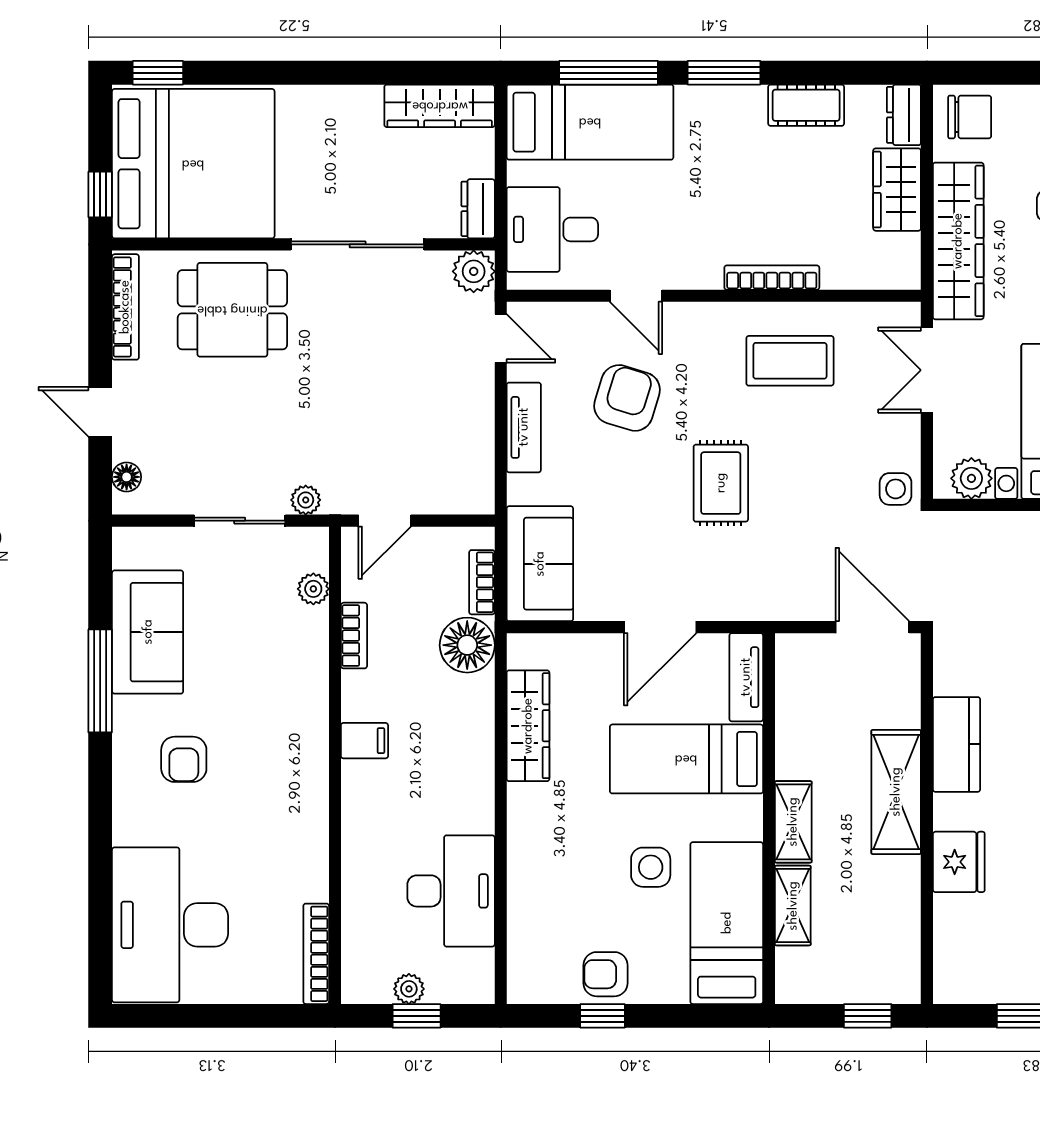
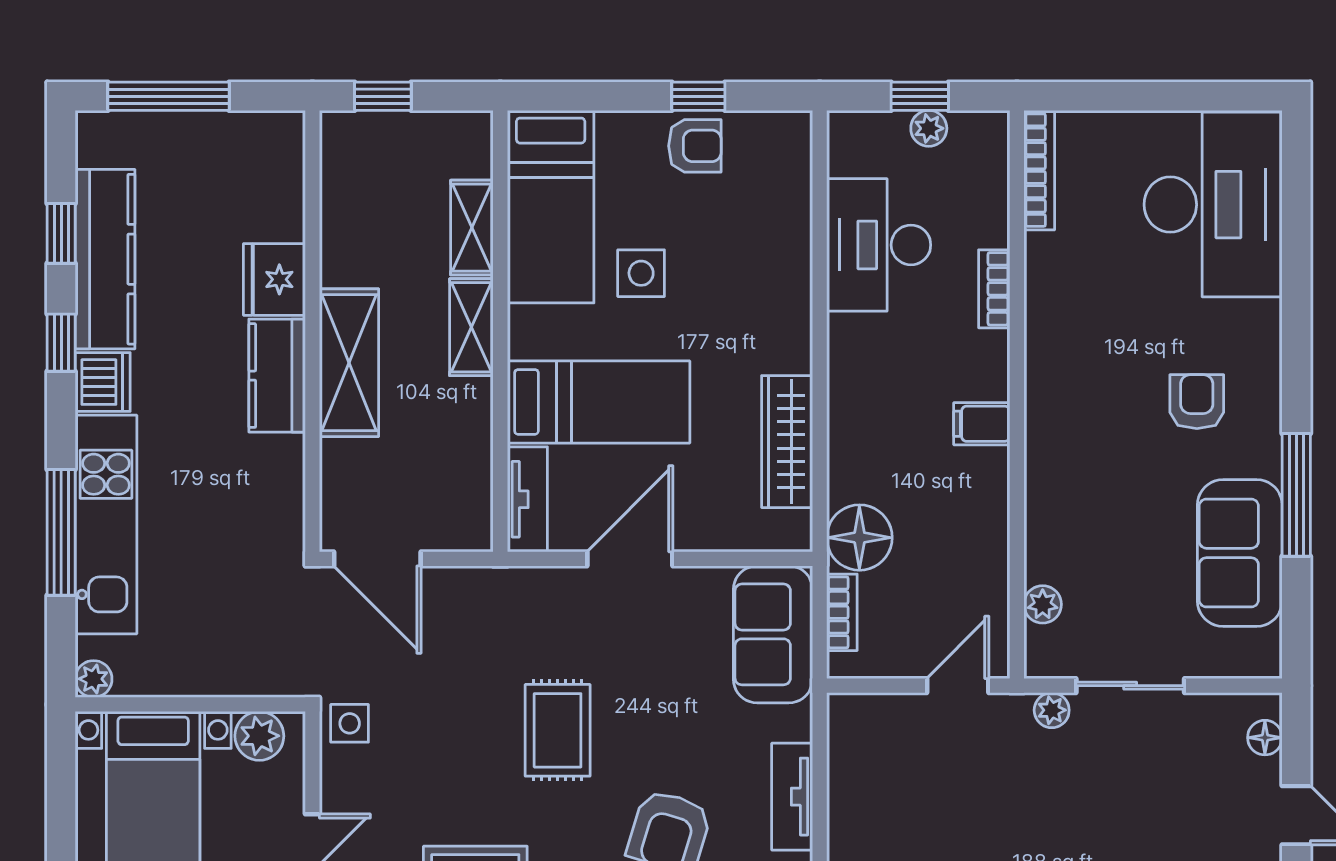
bookcase: (354, 636) -> (994, 289), moved
kitchen counter: (956, 744) -> (277, 376), moved

